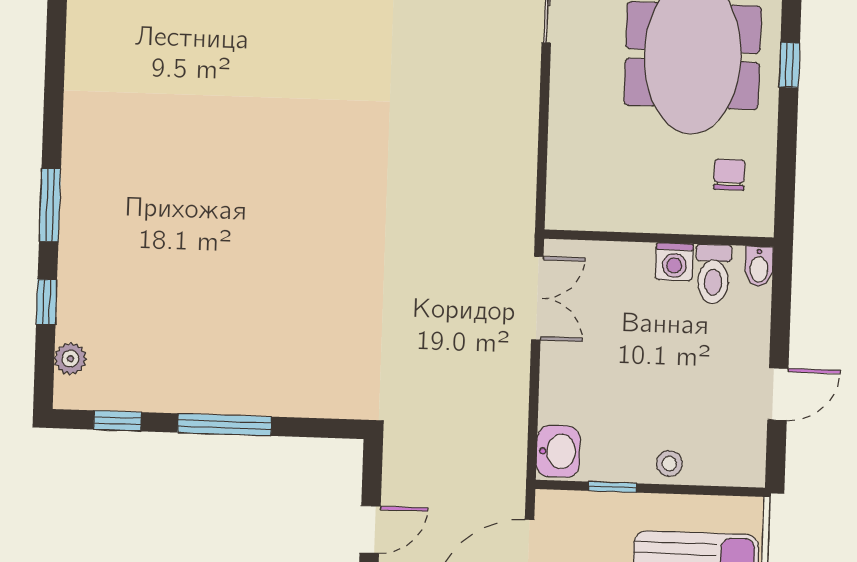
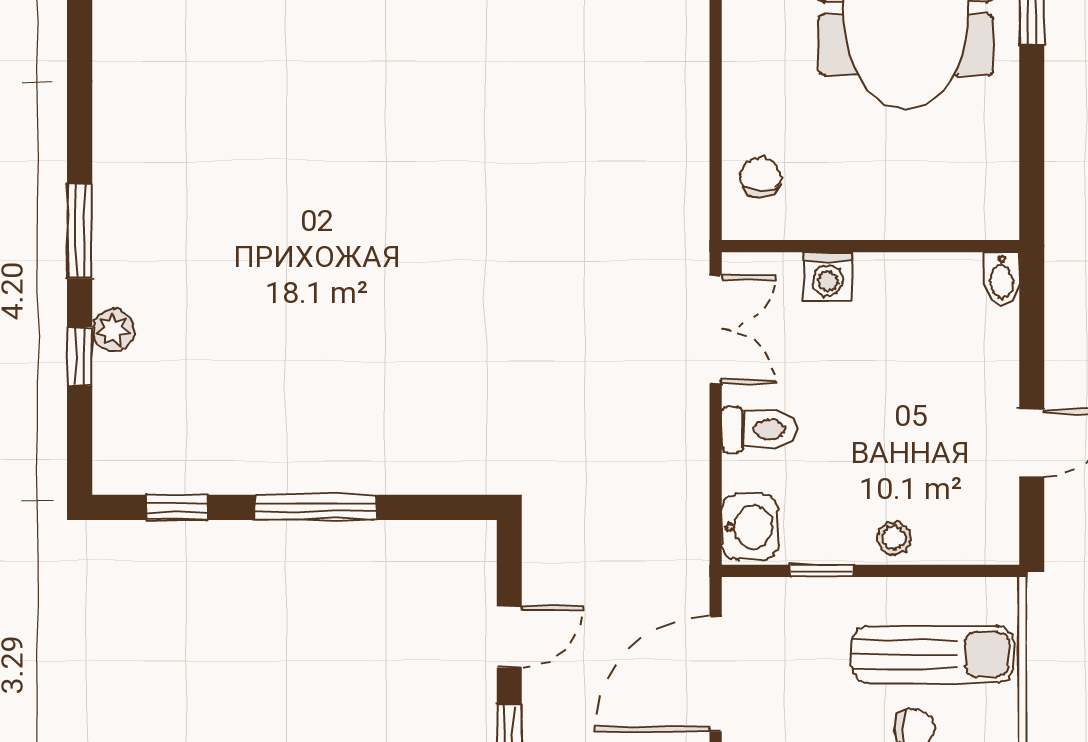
chair: (729, 175) -> (760, 177), moved
washing machine: (674, 262) -> (828, 276), moved
toilet: (713, 274) -> (760, 429), moved, turned -90
plant: (70, 359) -> (113, 330), moved

